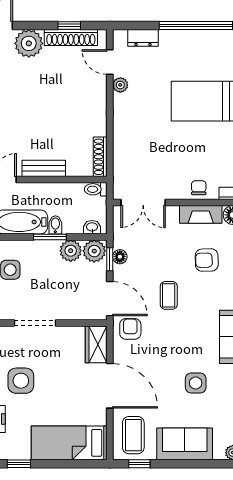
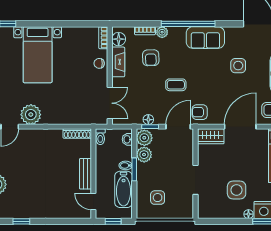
plant: (120, 85) -> (31, 115), width x1.88, depth x1.88

